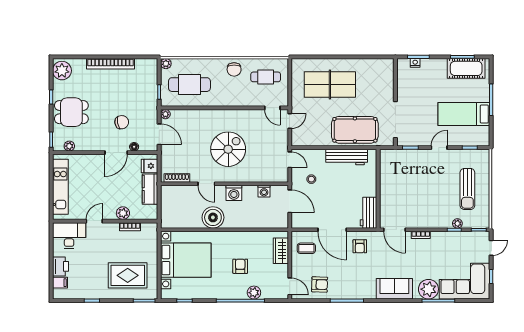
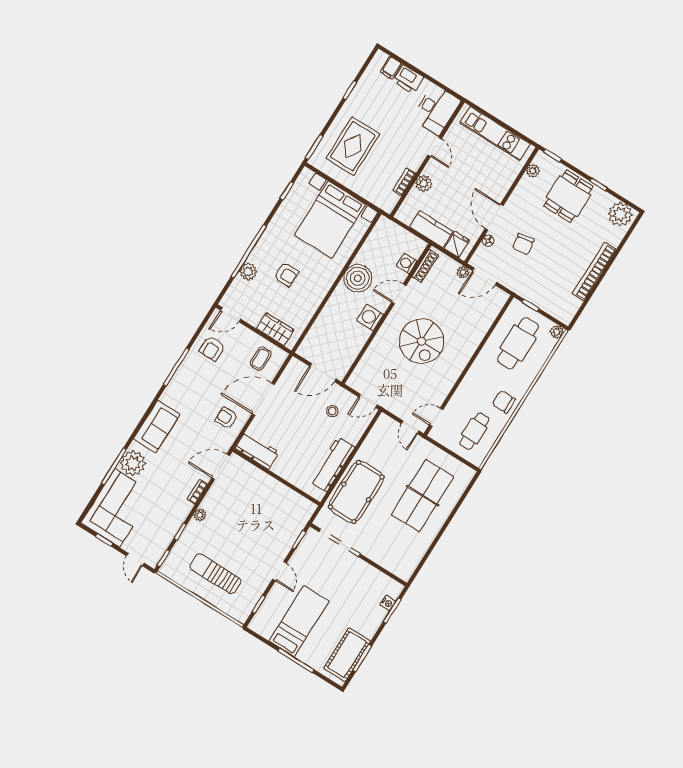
plant: (165, 114) -> (463, 272), moved
washing machine: (264, 191) -> (407, 264), moved
plant: (457, 223) -> (200, 515), moved

